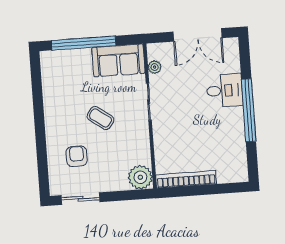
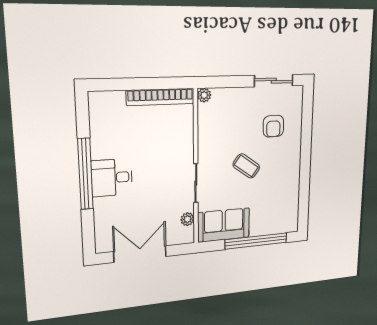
desk: (225, 90) -> (112, 178), moved
plant: (140, 177) -> (204, 95), width x0.53, depth x0.53

